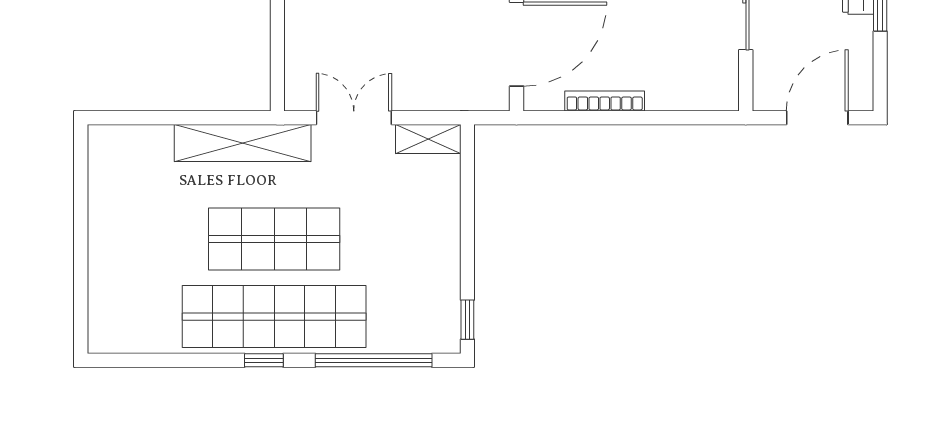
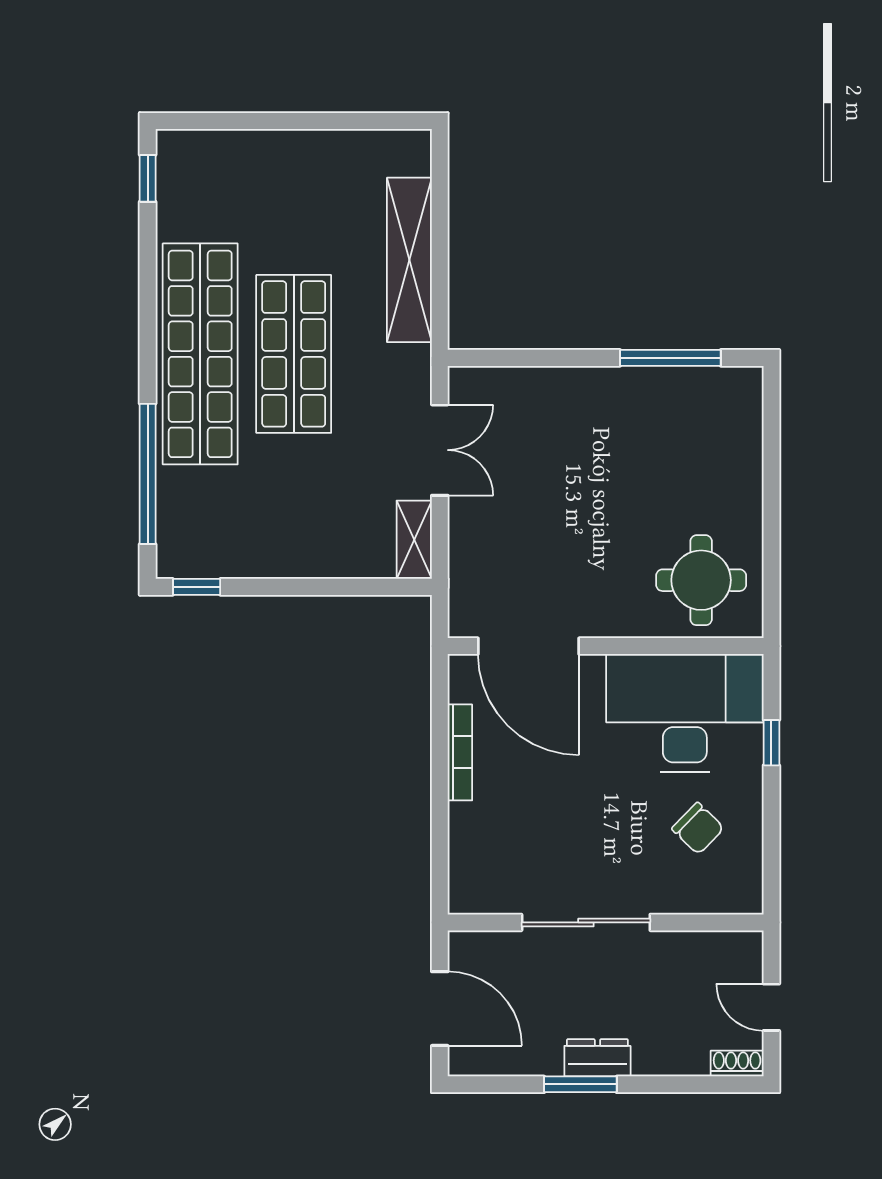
shelving: (243, 143) -> (409, 260), moved
window: (264, 360) -> (148, 178), moved

